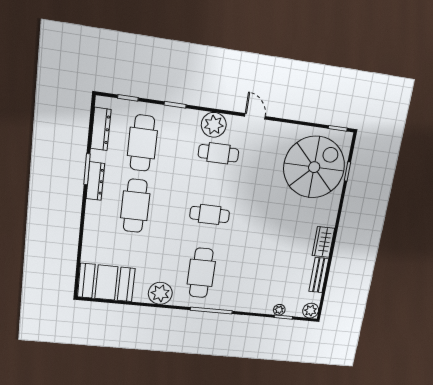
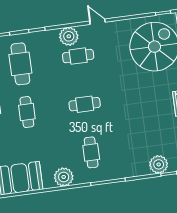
cafe table: (135, 206) -> (27, 112), width x0.73, depth x0.74
cafe table: (201, 273) -> (91, 152), width x0.73, depth x0.74
plant: (279, 310) -> (159, 164), width x1.88, depth x1.88

